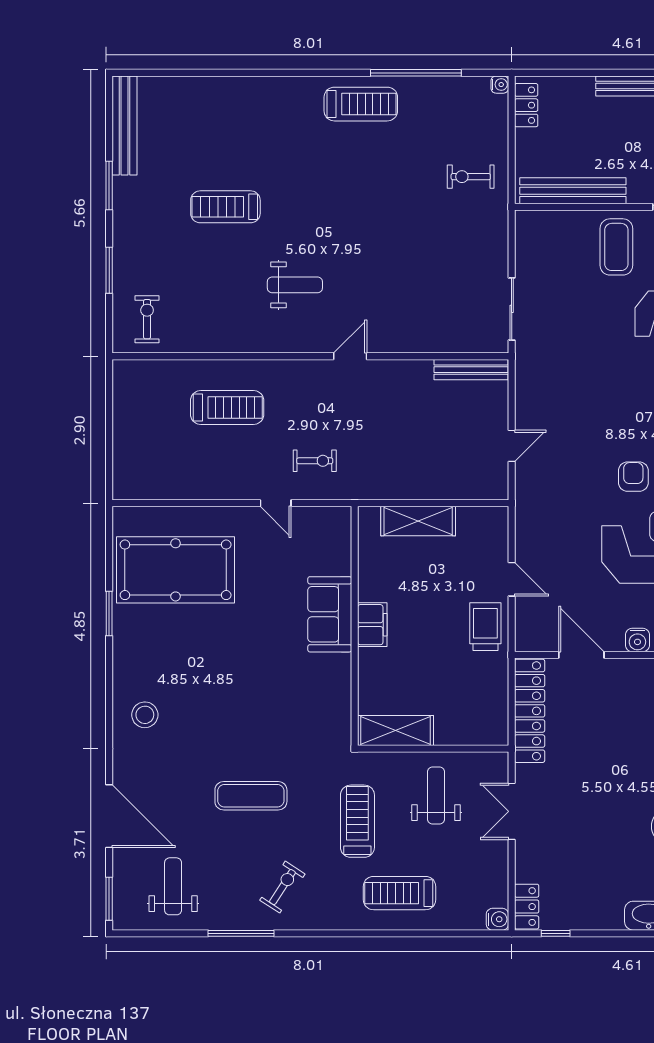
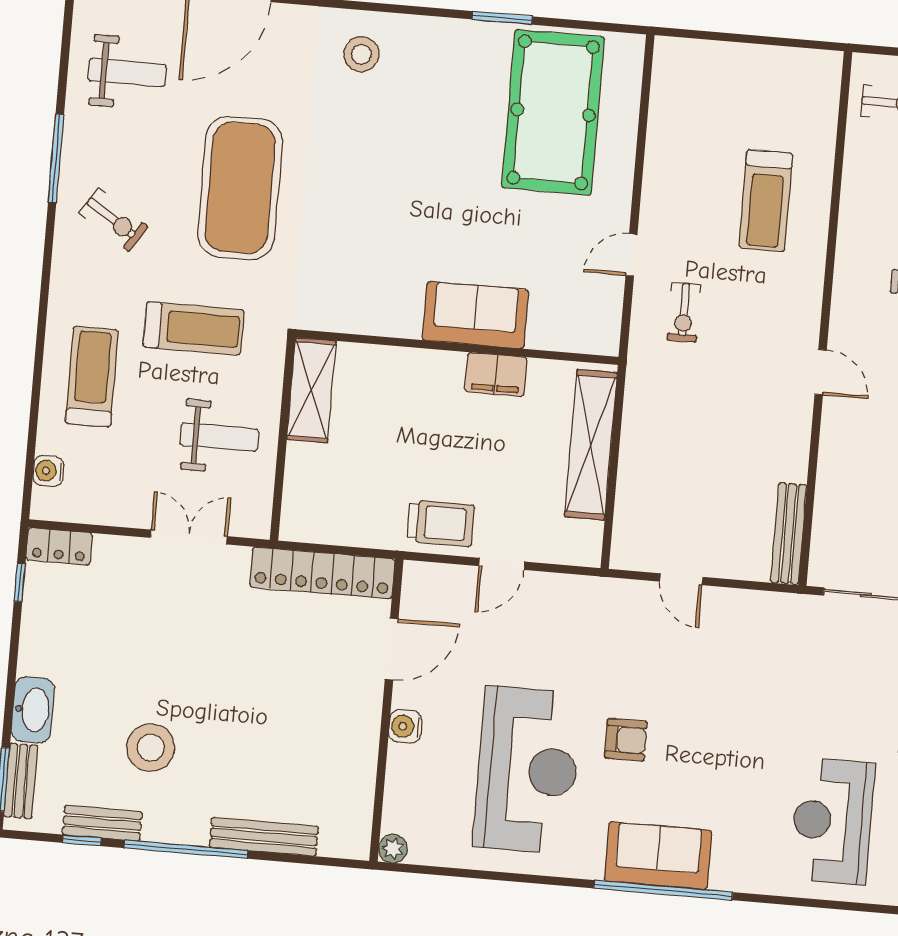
shelving: (418, 521) -> (591, 445), width x1.47
filing cabinet: (372, 625) -> (496, 374), moved
exercise mat: (251, 796) -> (240, 188), width x2.00, depth x1.45
water cooler: (497, 919) -> (48, 471), moved, turned 90

